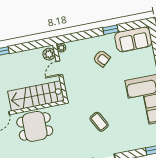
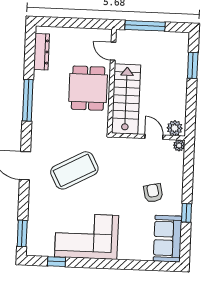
armchair: (102, 58) -> (153, 193), turned 119
coffee table: (99, 122) -> (74, 170), width x1.86, depth x1.72

